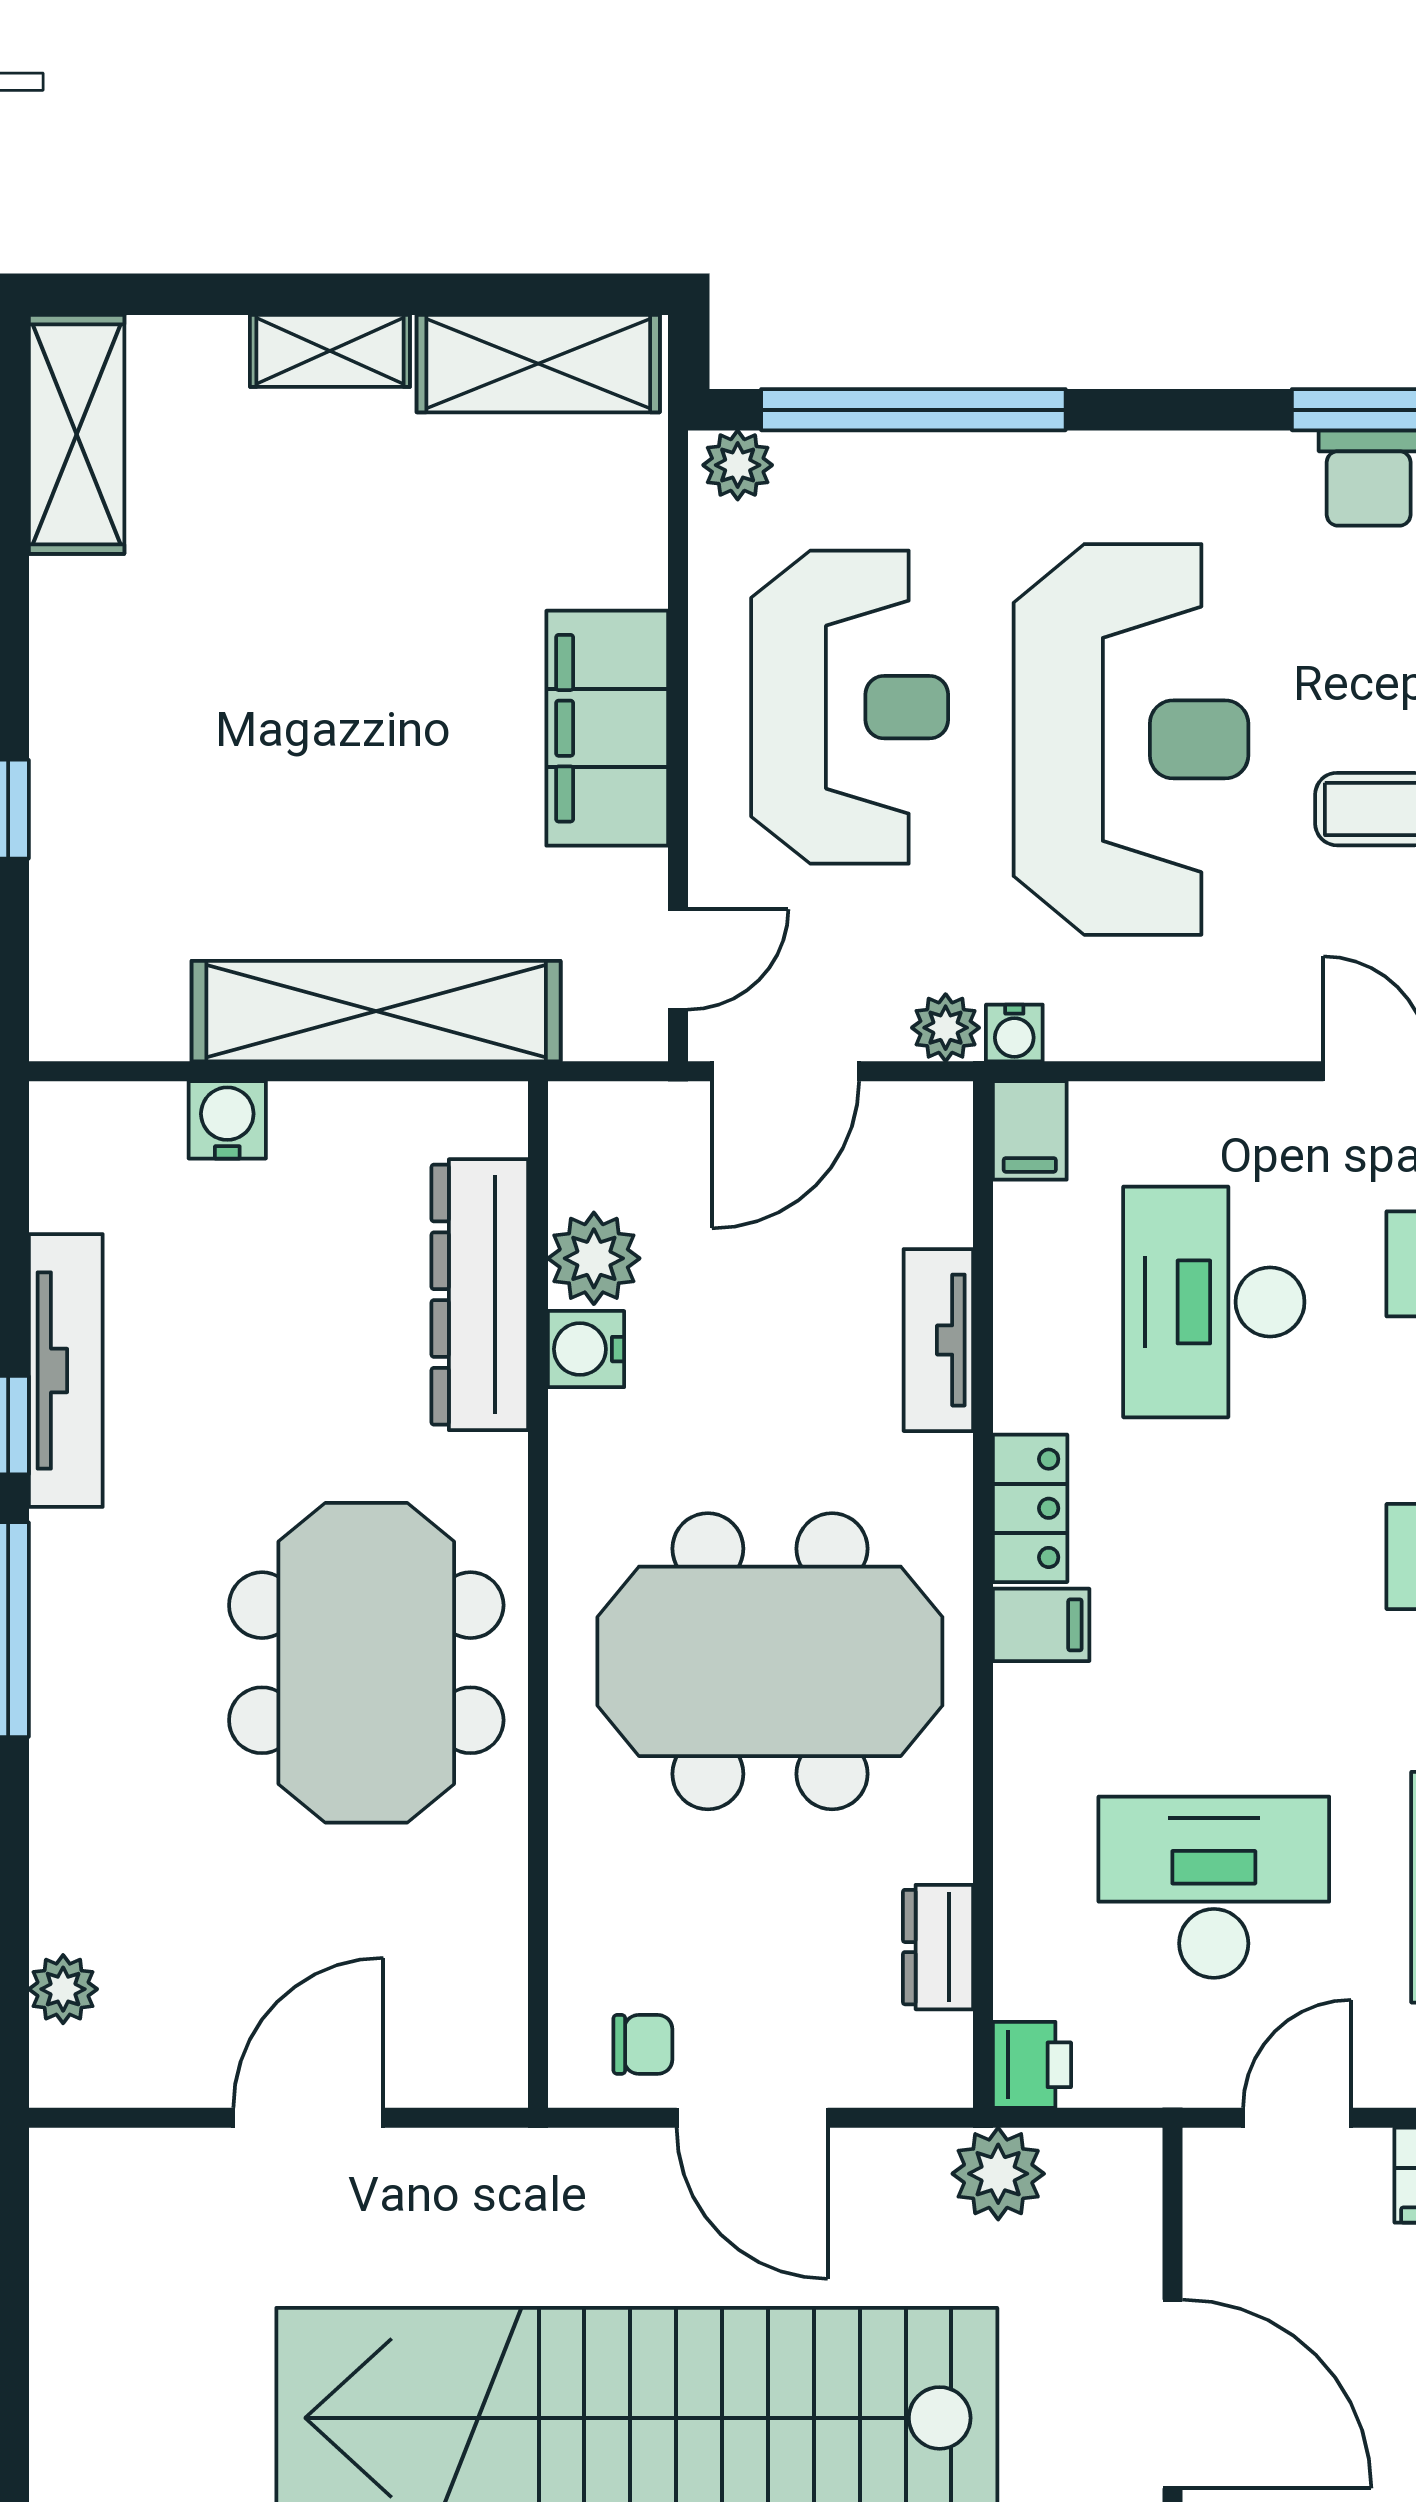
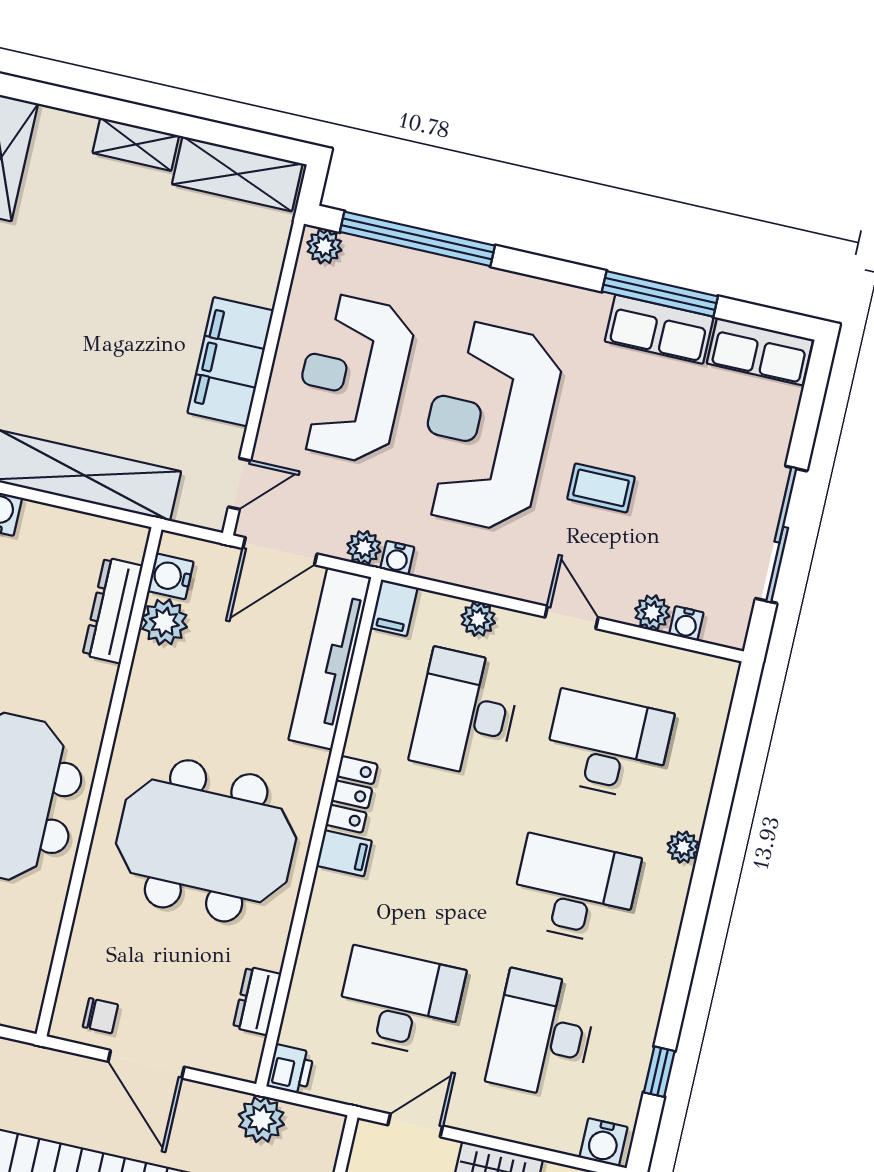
reception desk: (850, 707) -> (353, 379), turned 180
reception desk: (1131, 739) -> (488, 426), turned 180
plant: (1197, 1115) -> (478, 619), added
dresser: (480, 1295) -> (113, 610), width x0.73, depth x0.80
tv unit: (938, 1340) -> (330, 659), width x1.92, depth x1.29
water cooler: (586, 1349) -> (171, 576), moved

